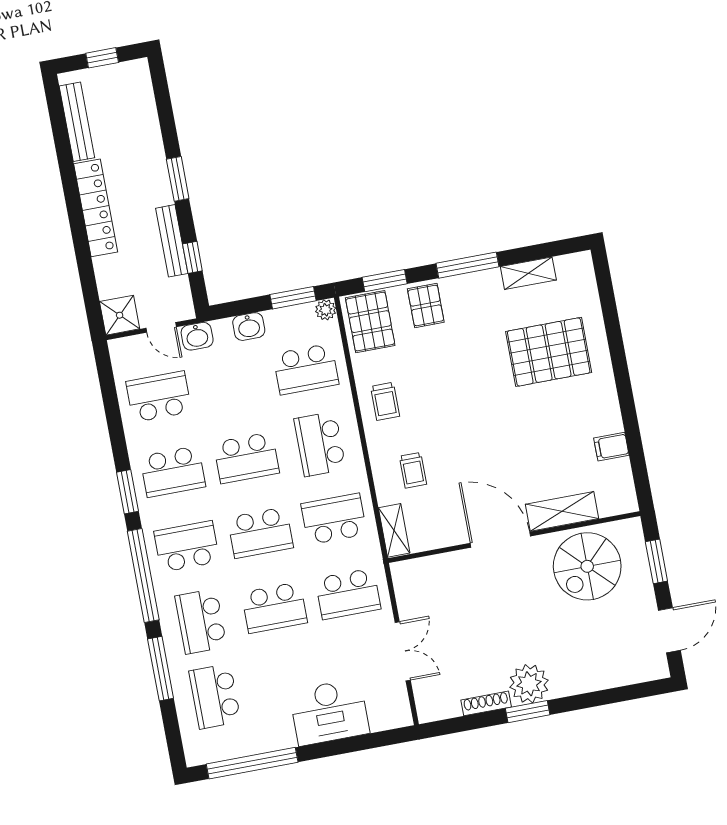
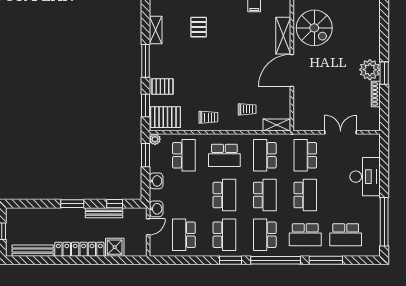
shower: (120, 315) -> (115, 247), moved
pallet: (549, 352) -> (199, 27), width x0.49, depth x0.50
school desk: (348, 594) -> (305, 155), turned 180

